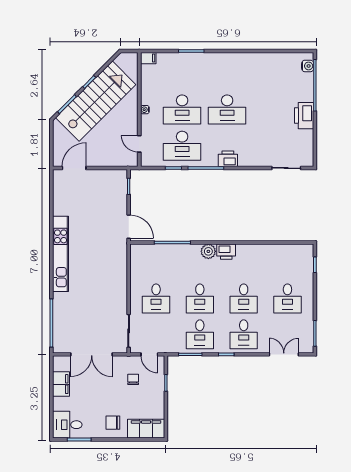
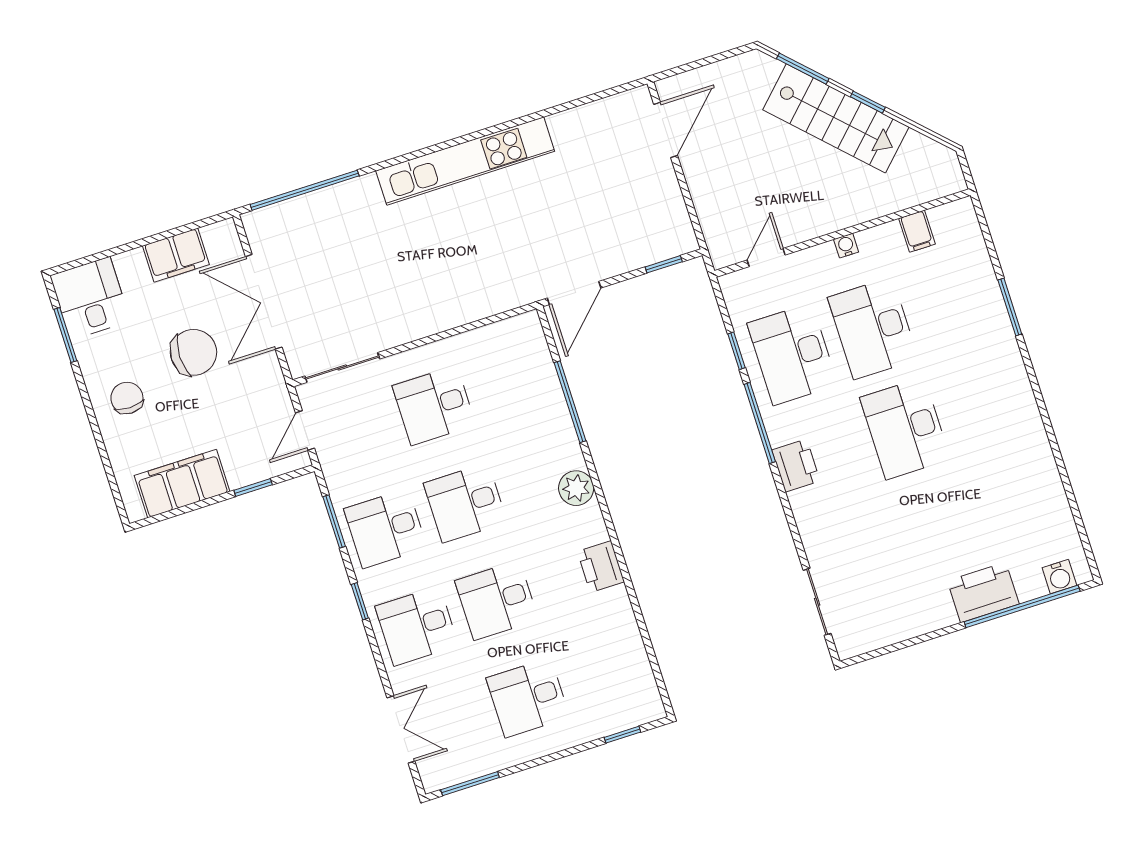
filing cabinet: (148, 58) -> (917, 231), moved
stairs: (96, 101) -> (836, 118), width x0.73, depth x0.66
printer: (304, 116) -> (983, 592), moved
door: (74, 168) -> (666, 130), hinge flipped
printer: (226, 252) -> (601, 567), moved
chair: (133, 379) -> (193, 352), moved, width x1.87, depth x1.87
filing cabinet: (146, 429) -> (182, 484), moved, turned -90

